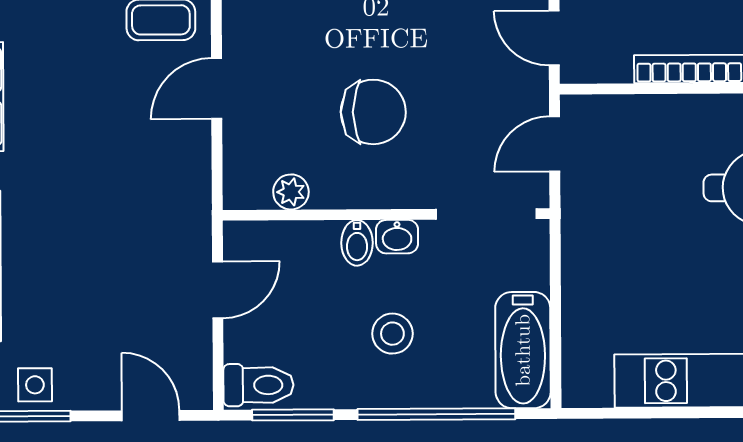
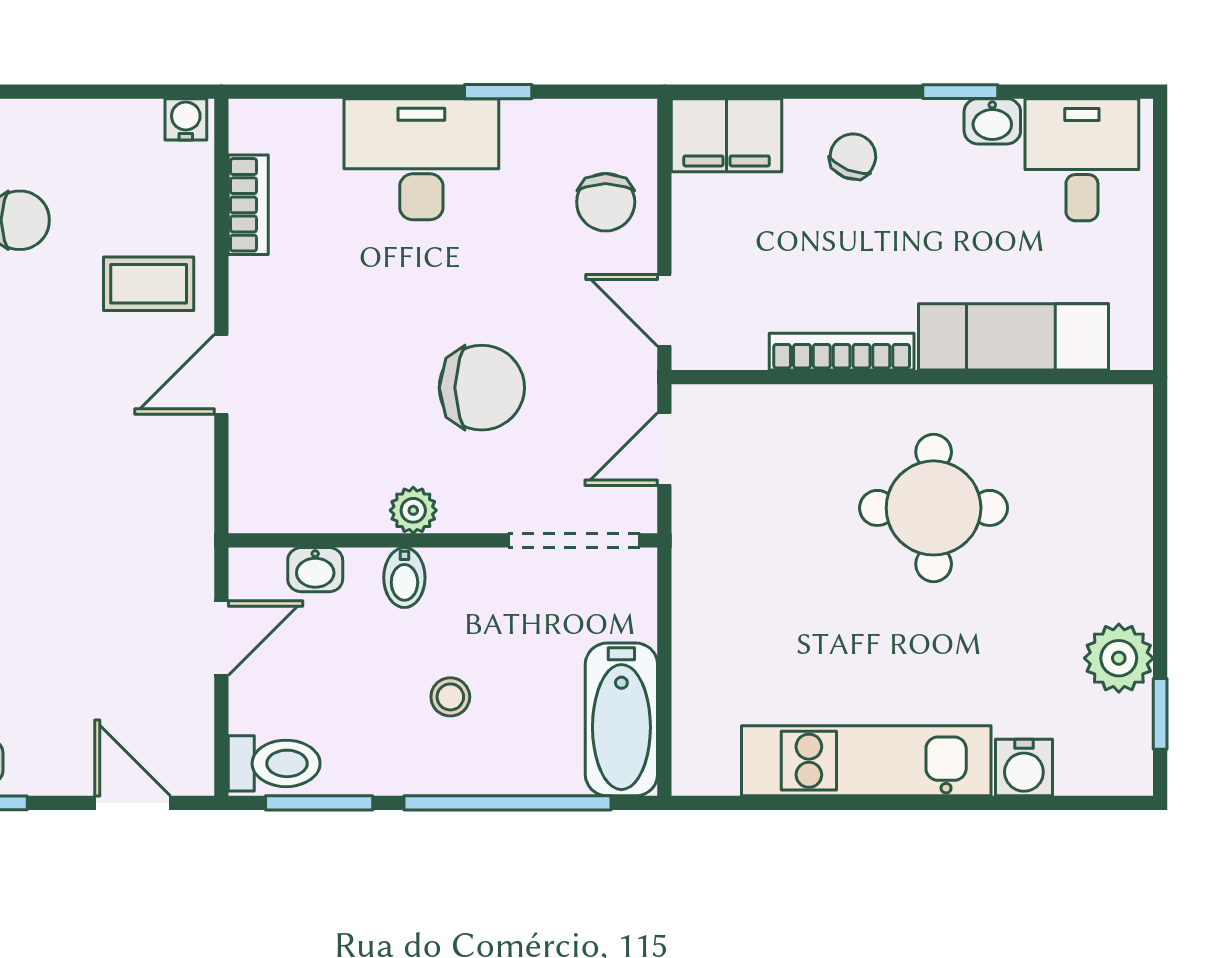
chair: (373, 112) -> (482, 388), moved
plant: (291, 192) -> (413, 510), moved
washbasin: (397, 237) -> (315, 570), moved
stool: (392, 334) -> (450, 697), width x0.73, depth x0.73

